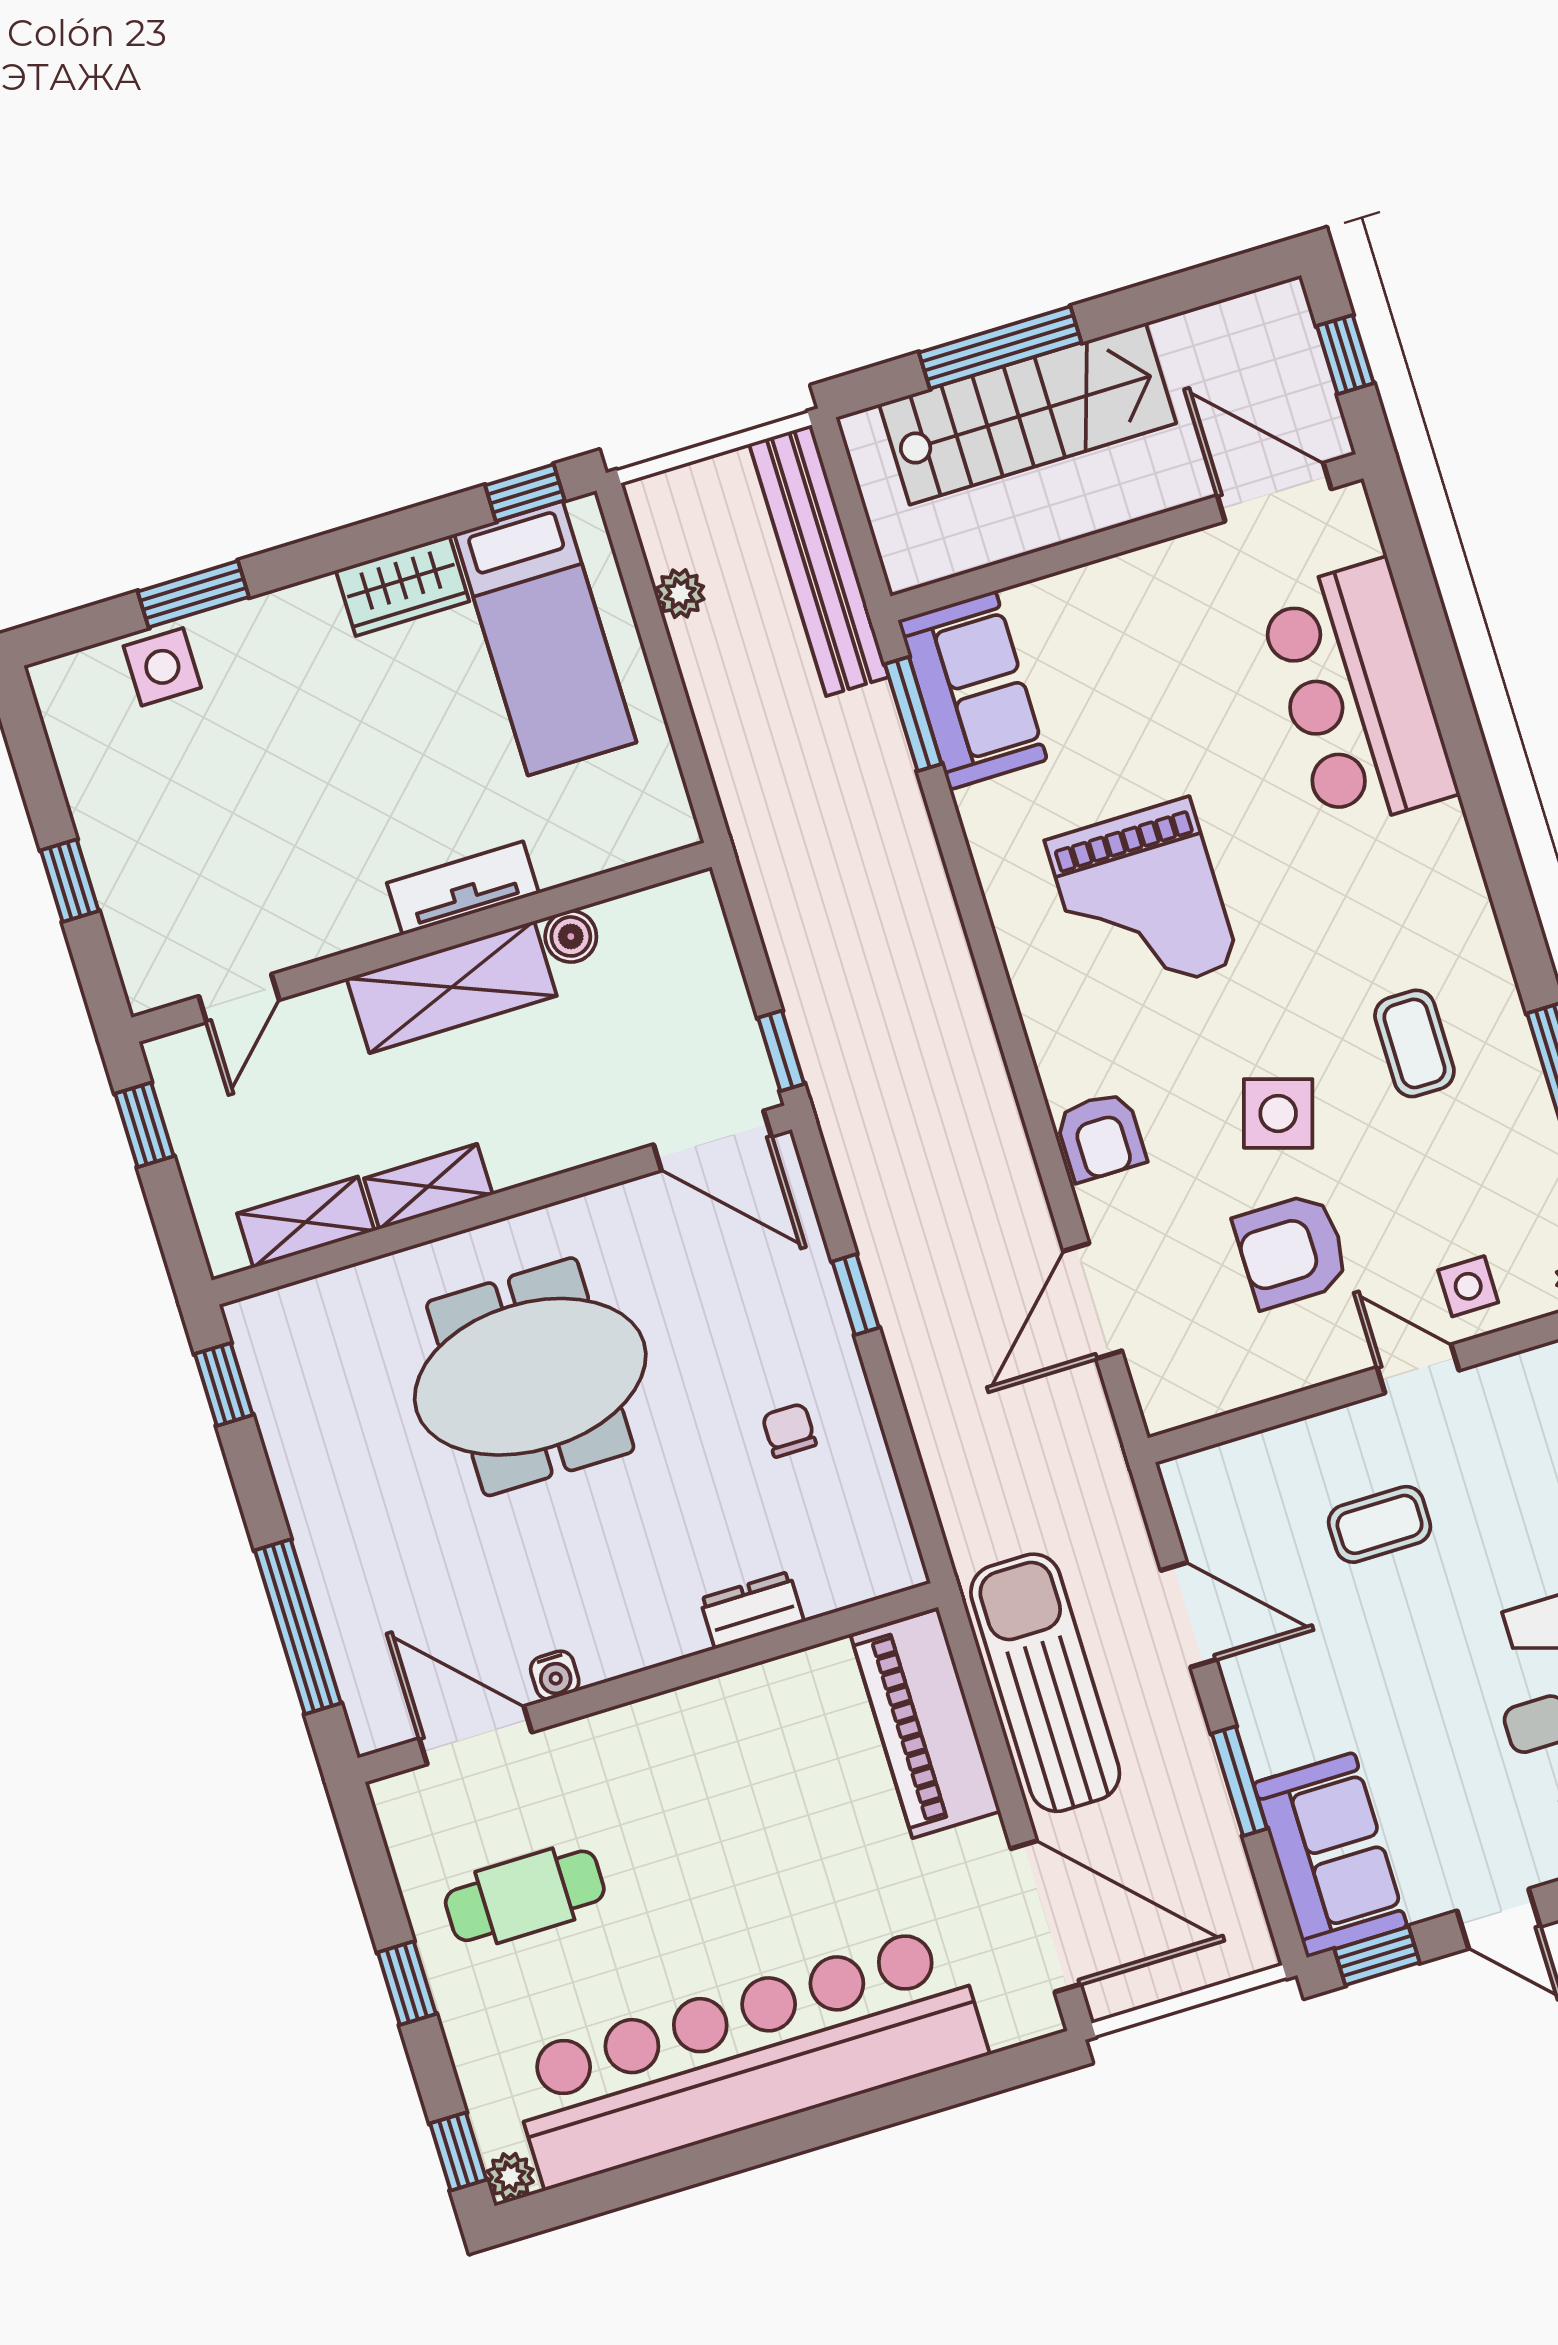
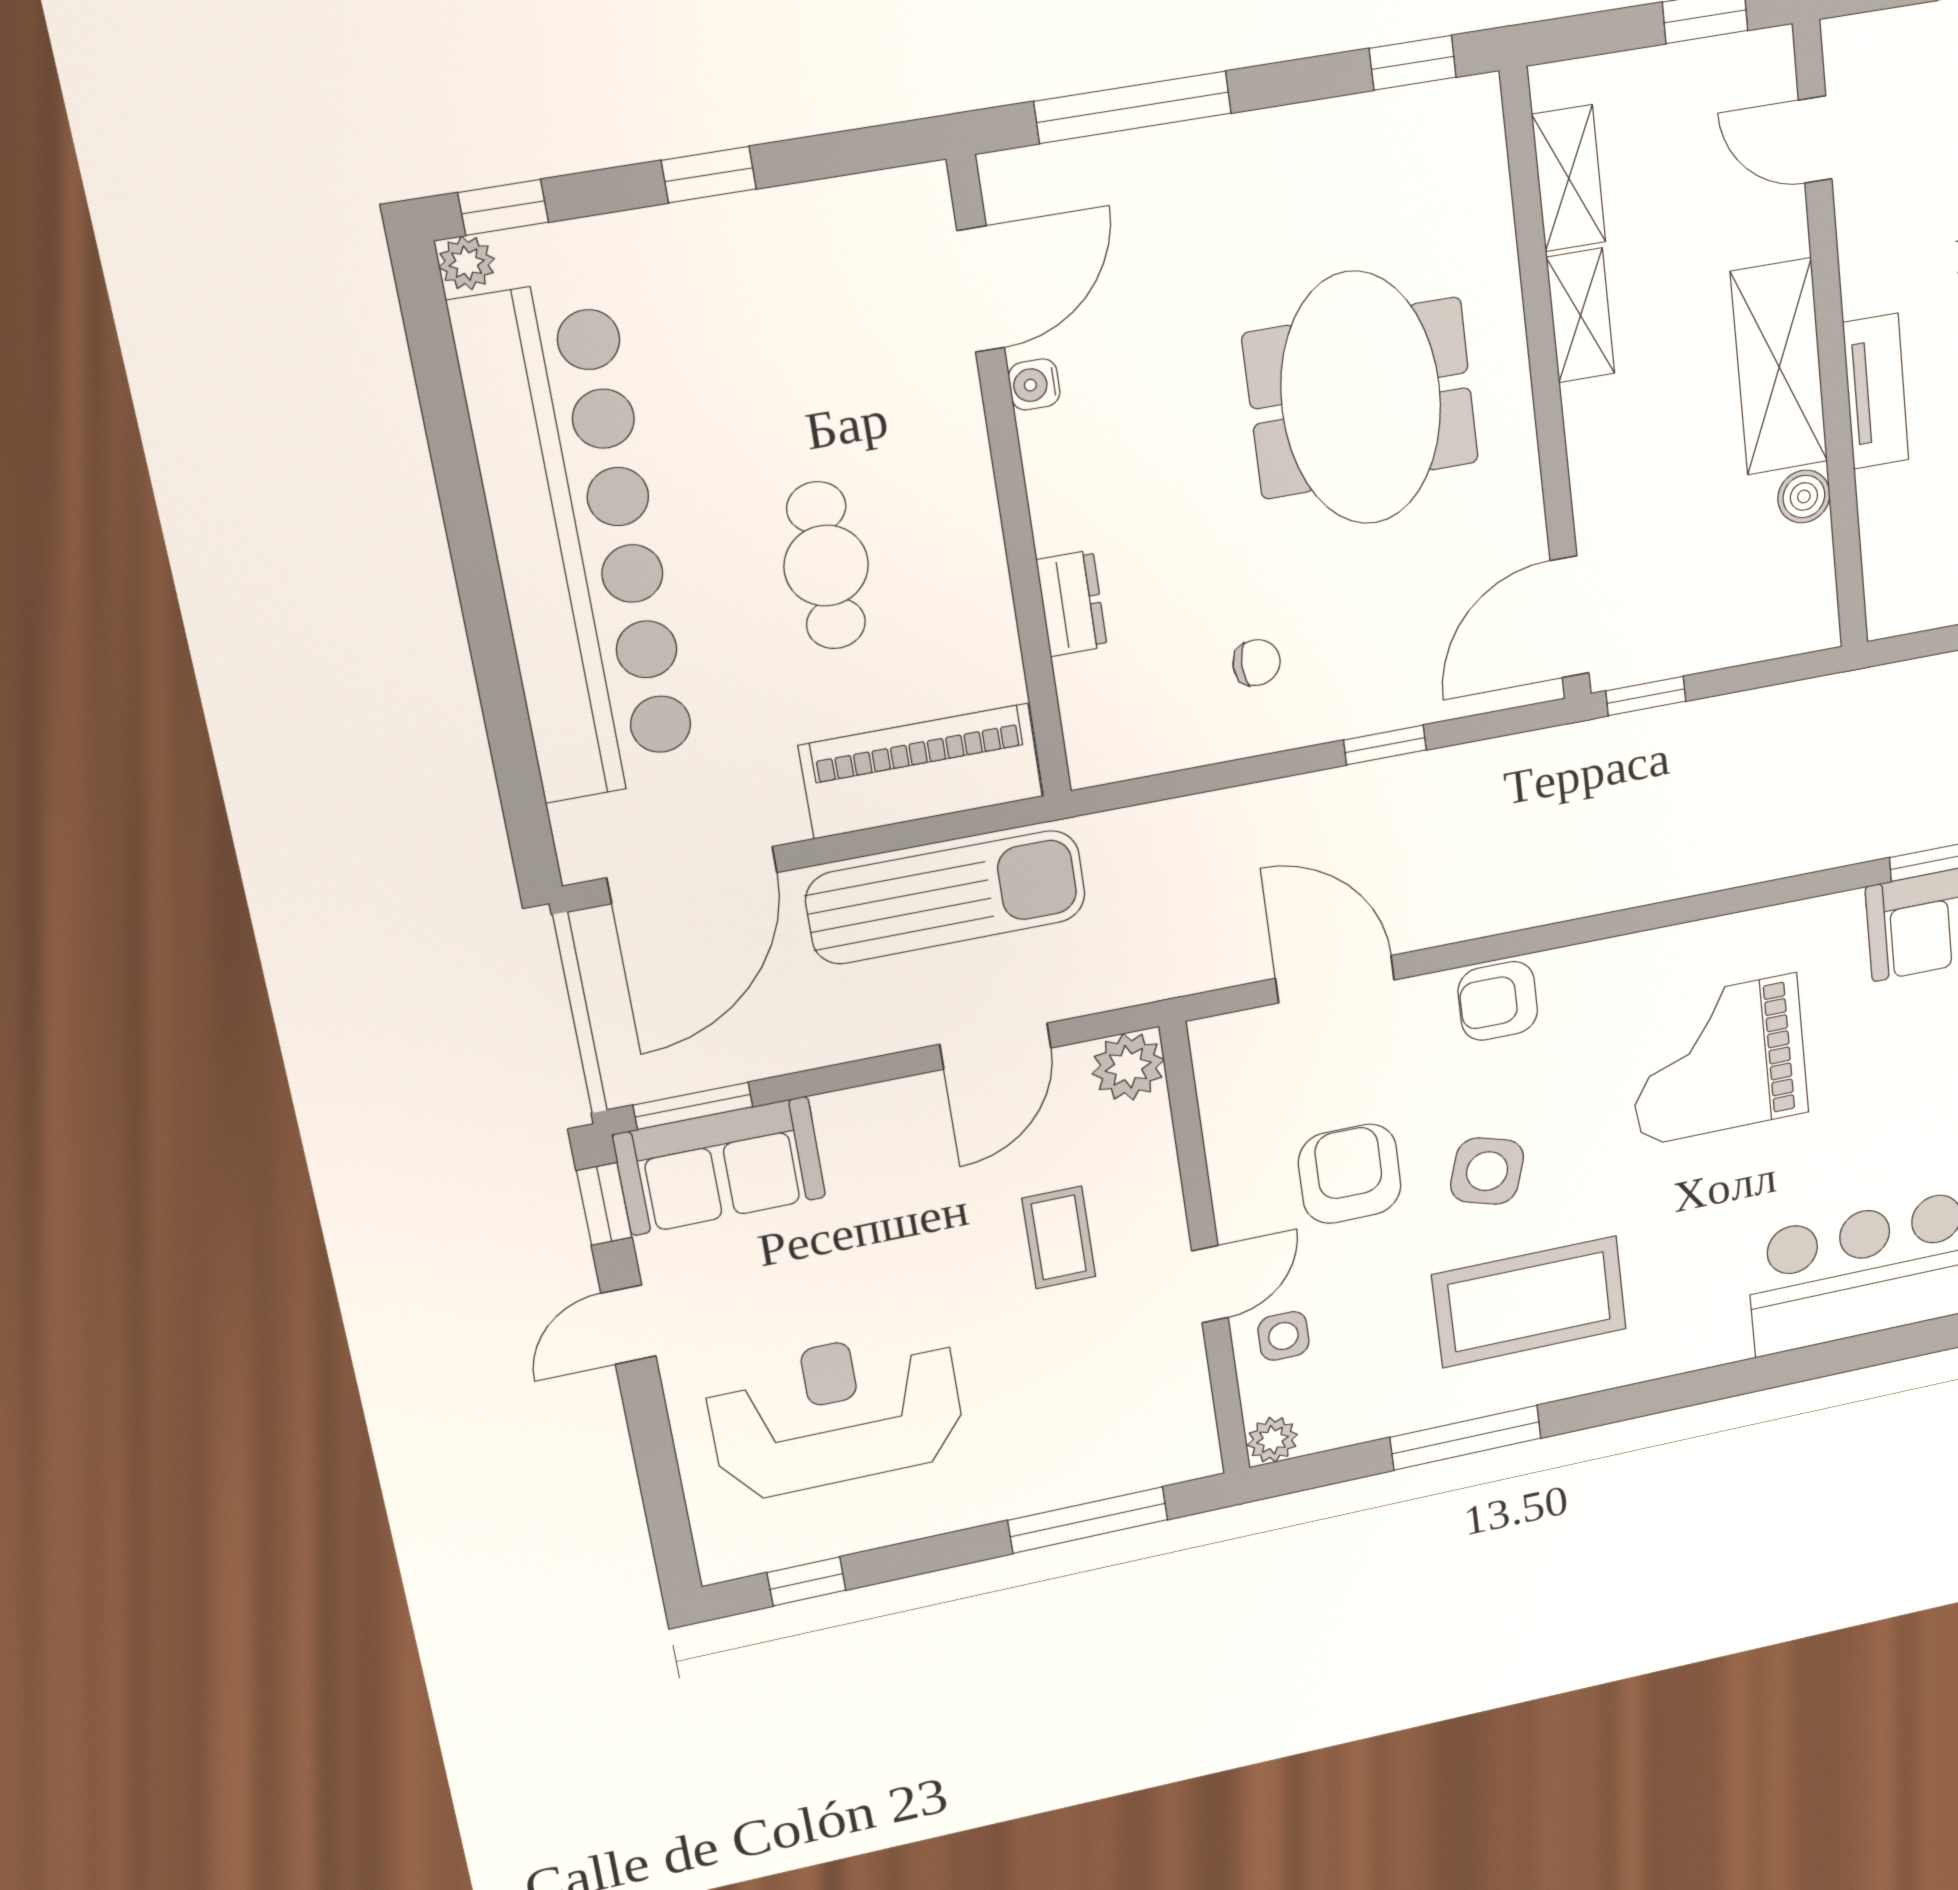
coffee table: (1414, 1043) -> (1529, 1302), width x1.86, depth x1.72
plant: (1199, 1486) -> (1128, 1067), added
window: (1239, 1781) -> (693, 1106), moved
cafe table: (525, 1896) -> (826, 566), moved

